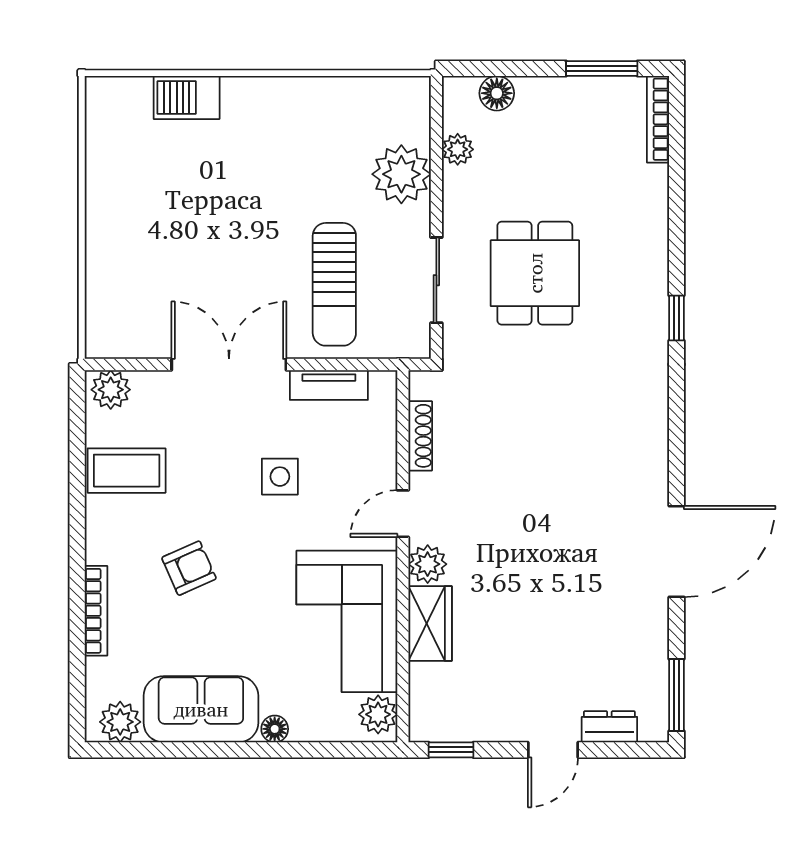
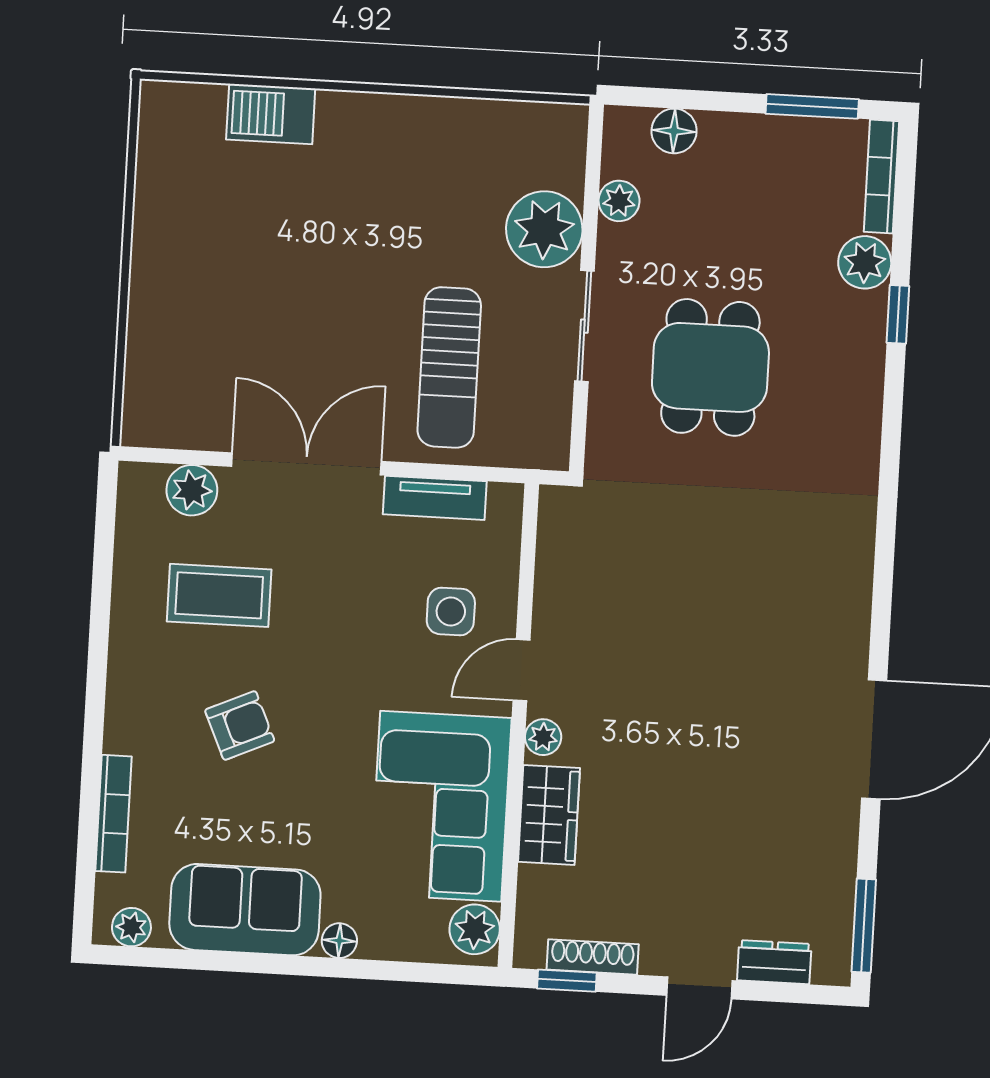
plant: (649, 186) -> (865, 262), added
sliding door: (436, 280) -> (584, 326), moved
window: (677, 318) -> (898, 314), moved
plant: (111, 390) -> (192, 490), moved
shoe rack: (420, 436) -> (593, 957), moved, turned -90
coffee table: (127, 471) -> (219, 595), moved
side table: (280, 477) -> (451, 611), moved
plant: (428, 564) -> (543, 737), width x0.73, depth x0.73
bookcase: (96, 611) -> (114, 814), moved
plant: (120, 722) -> (131, 927), width x0.73, depth x0.73

